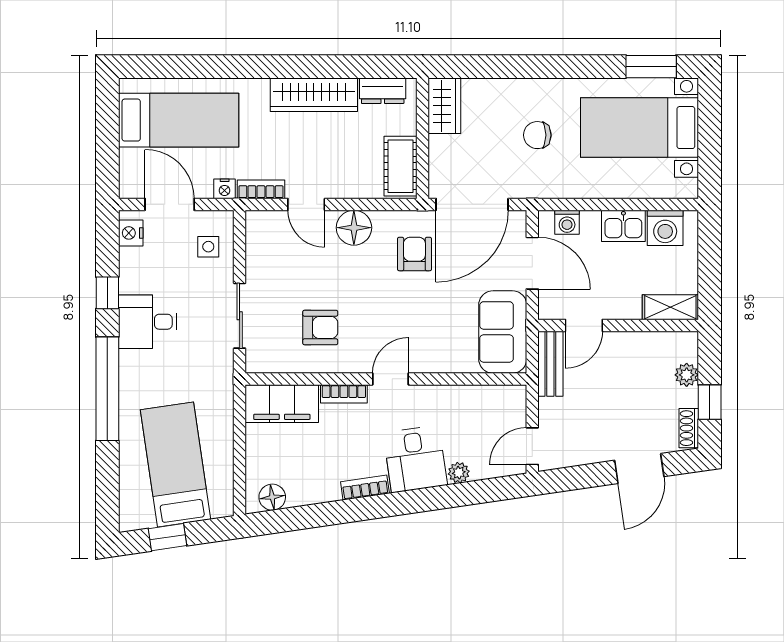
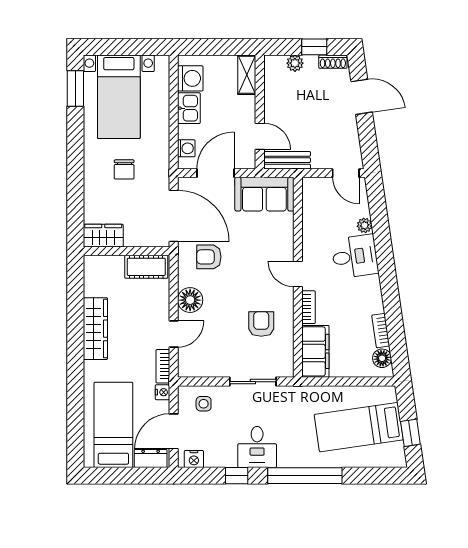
dresser: (383, 91) -> (151, 459), moved, turned -90
bookcase: (365, 488) -> (381, 331), moved

